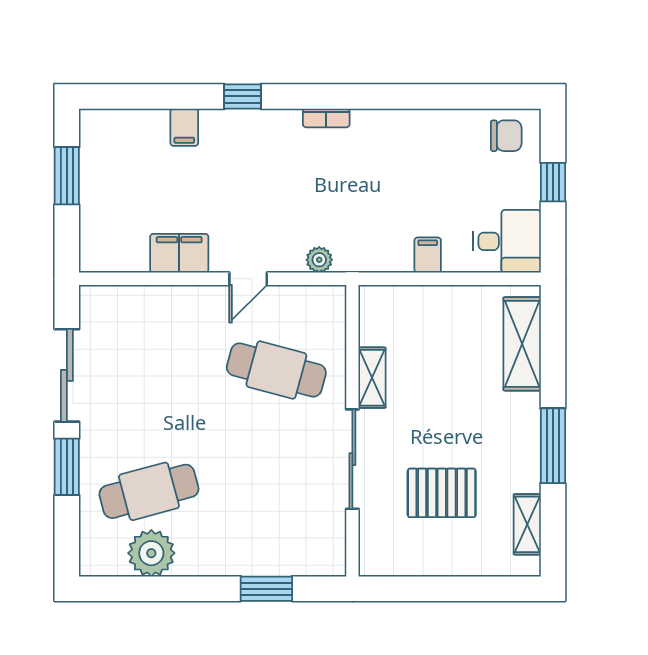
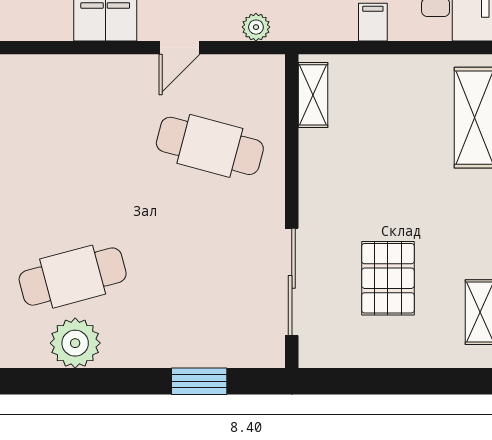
shelving: (372, 378) -> (313, 95), moved
sliding door: (352, 459) -> (292, 282), moved
pallet: (442, 493) -> (388, 278), turned 90

